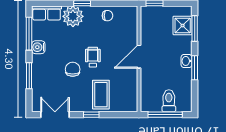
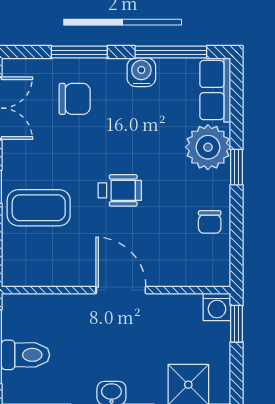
washing machine: (147, 12) -> (217, 307), added
chair: (73, 69) -> (75, 99), moved

